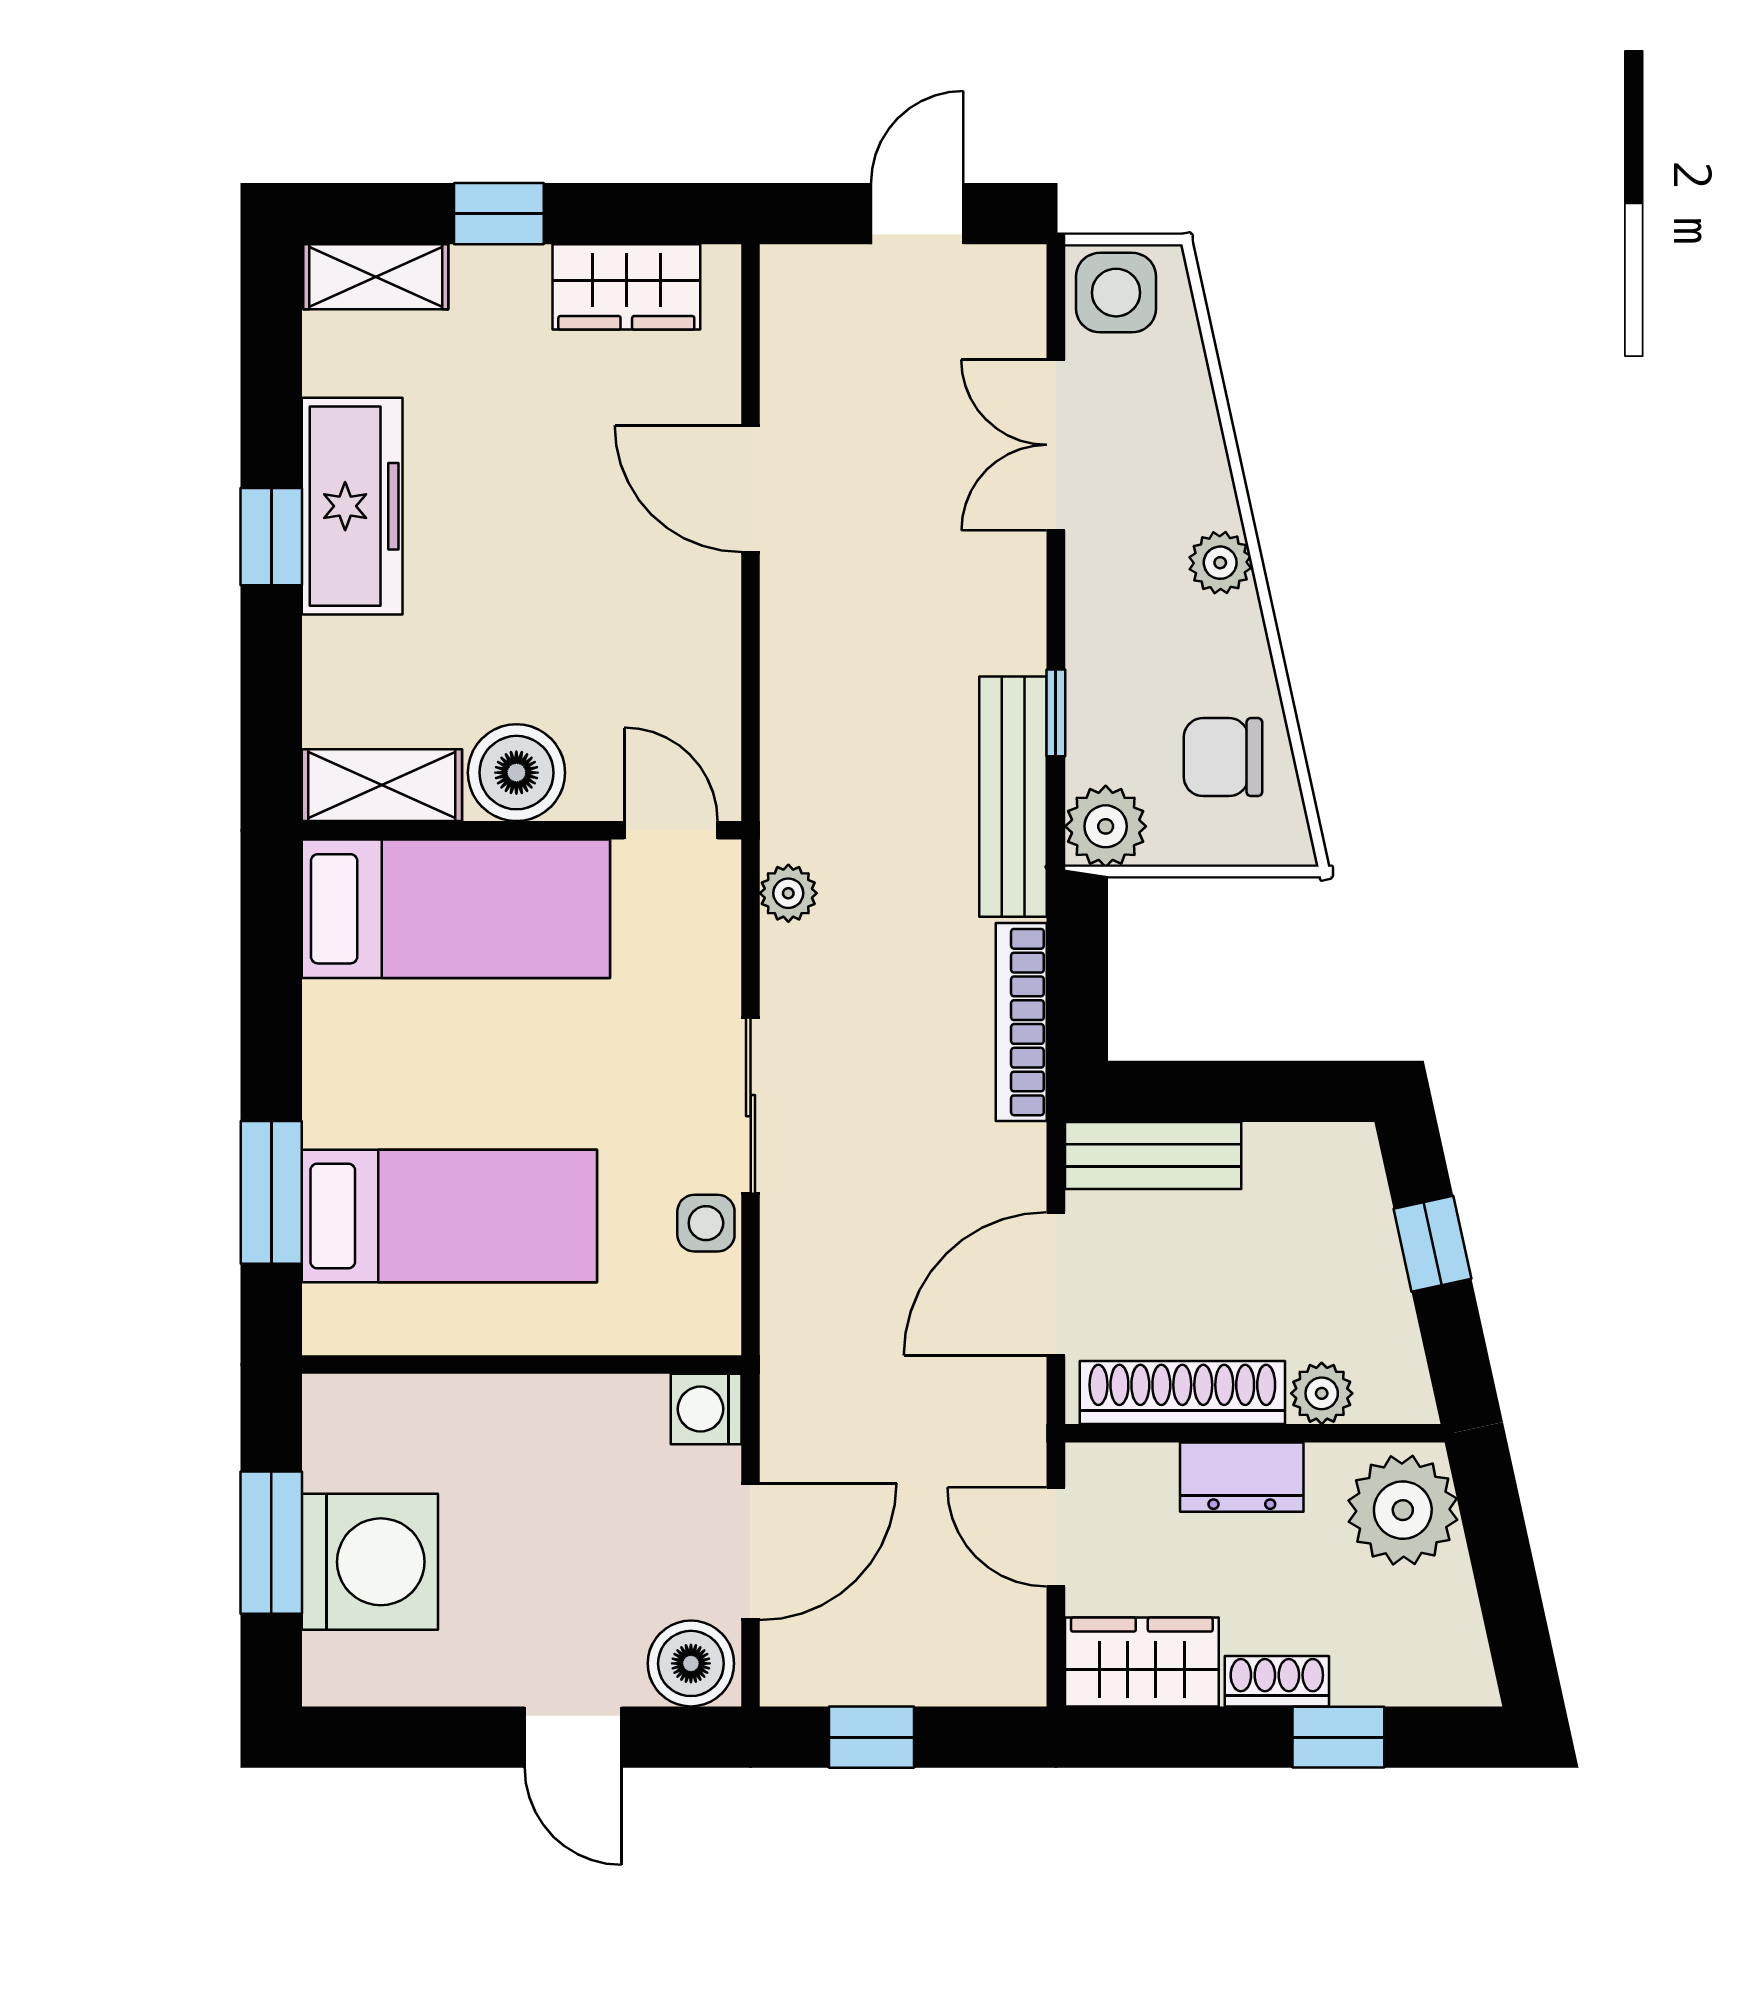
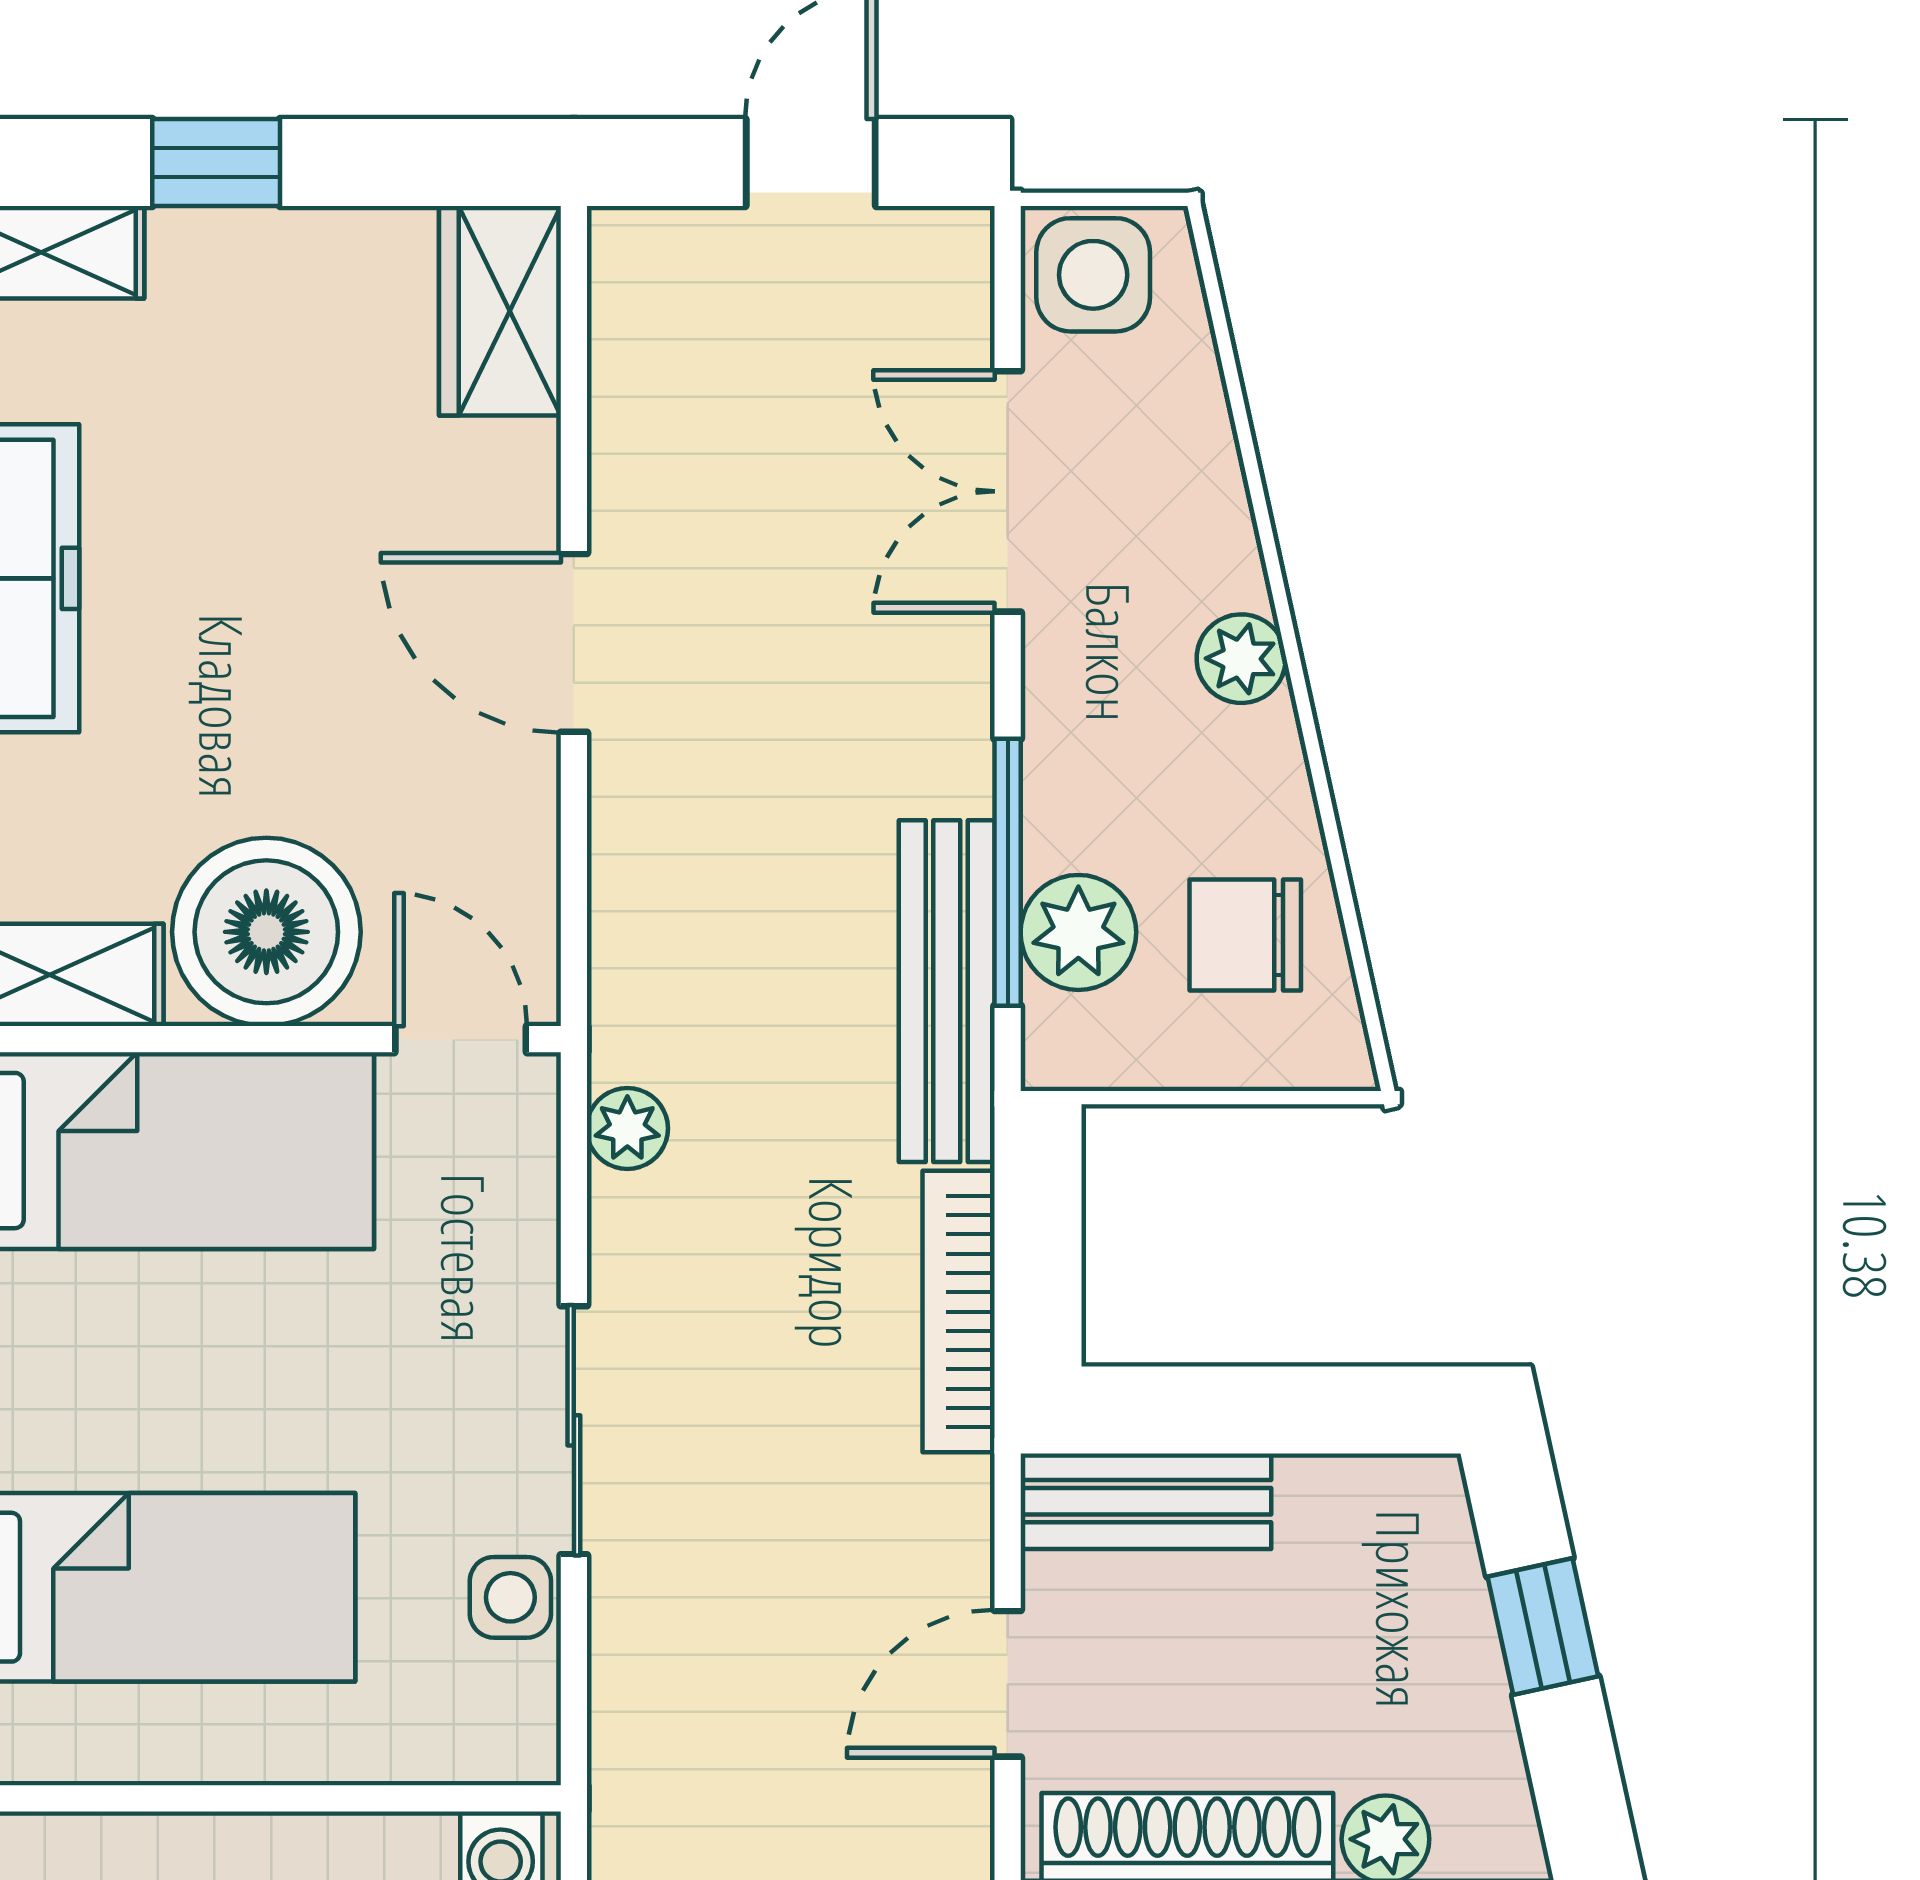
wardrobe: (626, 287) -> (500, 311), moved, turned 90
door: (751, 489) -> (574, 643), moved
window: (1056, 713) -> (1008, 872), width x2.17
boiler: (516, 773) -> (266, 932), width x1.37, depth x1.37
plant: (1106, 826) -> (1078, 932), moved
door: (1056, 1284) -> (1008, 1684), width x0.73

